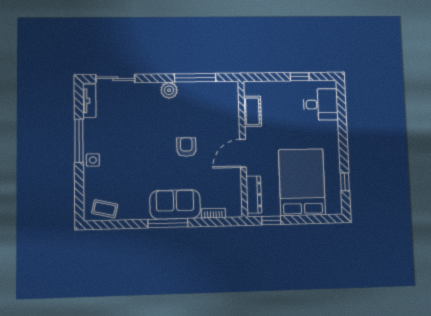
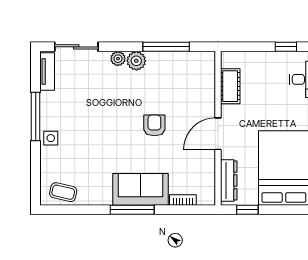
plant: (153, 89) -> (118, 59), added

